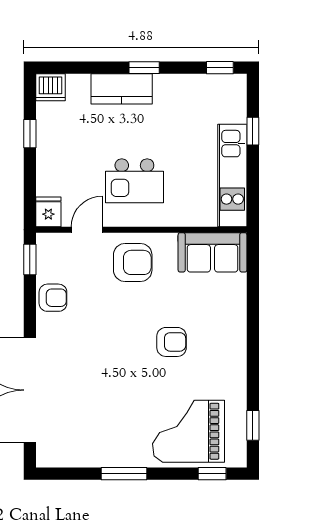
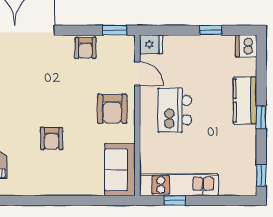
window: (253, 131) -> (175, 200), moved

